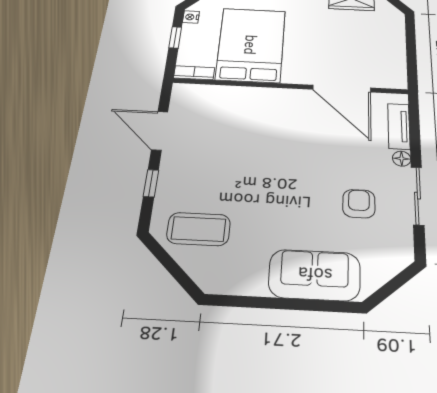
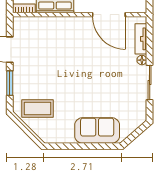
window: (151, 183) -> (10, 83), width x1.50
armchair: (359, 204) -> (119, 89), removed

